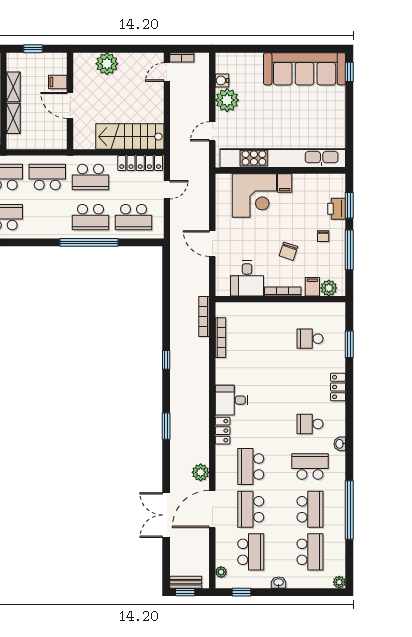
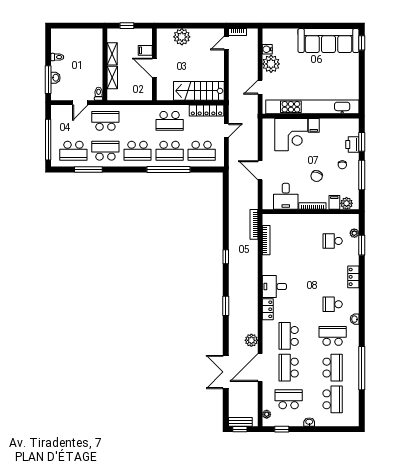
school desk: (47, 177) -> (138, 151), moved, turned 180
school desk: (251, 552) -> (289, 399), turned -90
plant: (339, 582) -> (354, 233), moved

